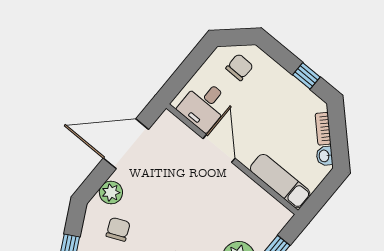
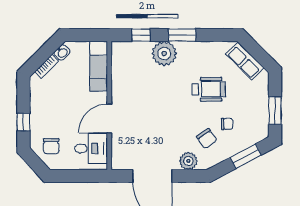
chair: (240, 67) -> (51, 146), turned -91
window: (306, 76) -> (23, 122), moved
chair: (118, 229) -> (207, 139), turned -100

